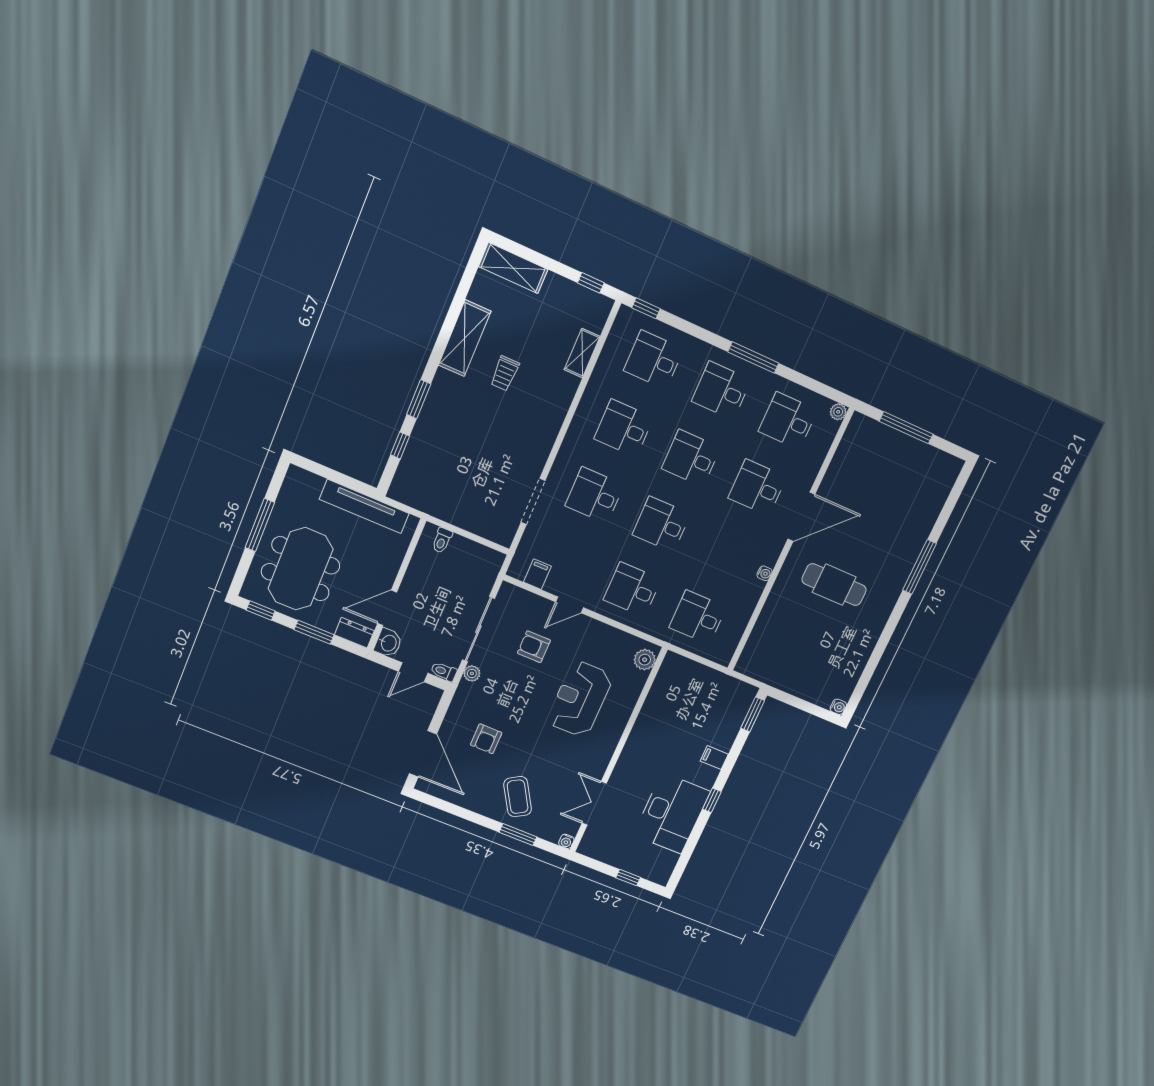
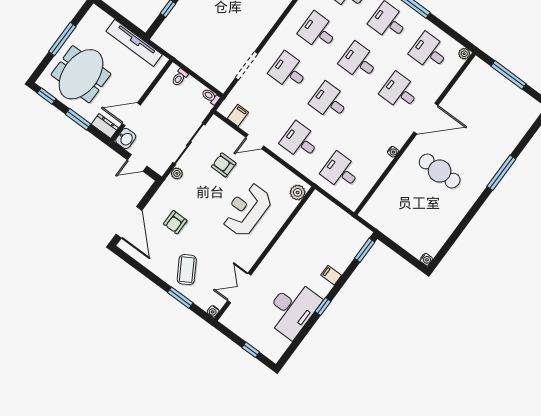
toilet: (444, 671) -> (211, 96), moved

